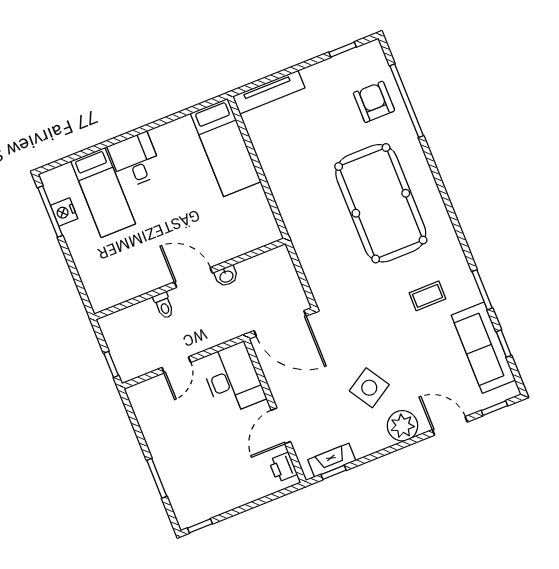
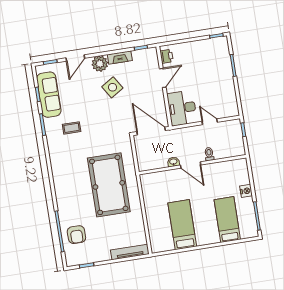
bed: (226, 147) -> (182, 225), moved
desk: (135, 160) -> (207, 232), removed
pool table: (381, 203) -> (109, 185), moved
nightstand: (64, 212) -> (246, 191), moved
door: (176, 365) -> (210, 122), hinge flipped
door: (450, 426) -> (75, 58), hinge flipped
fireplace: (332, 460) -> (120, 57), moved

